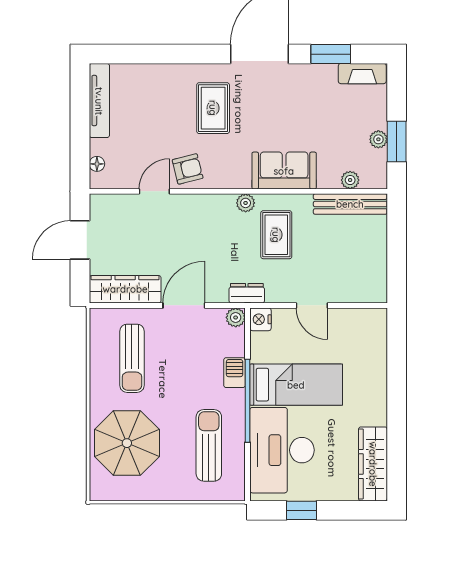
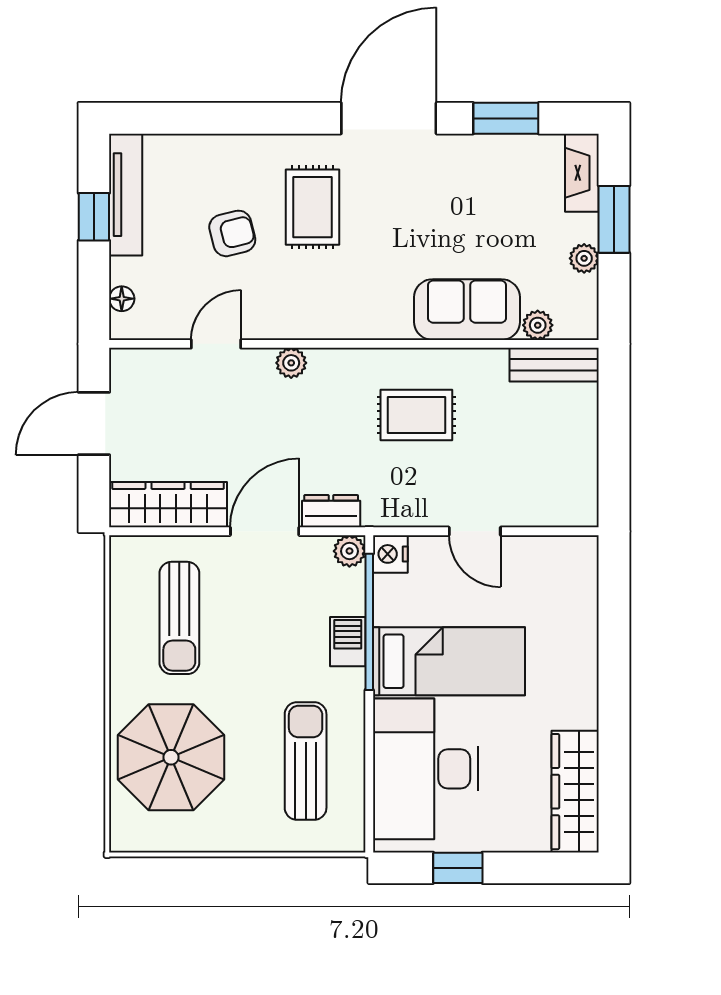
fireplace: (362, 74) -> (582, 173), moved, turned 90
window: (80, 114) -> (94, 217), added
window: (397, 142) -> (614, 219), moved
armchair: (188, 169) -> (232, 233), moved
sofa: (284, 171) -> (467, 310), moved
plant: (246, 203) -> (291, 363), moved
bench: (350, 204) -> (554, 365), width x0.73
rug: (276, 235) -> (416, 415), turned 90
dresser: (247, 293) -> (331, 511), moved
window: (248, 401) -> (369, 622), moved

